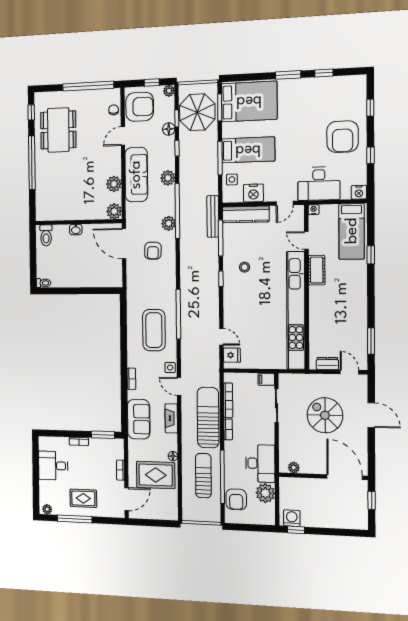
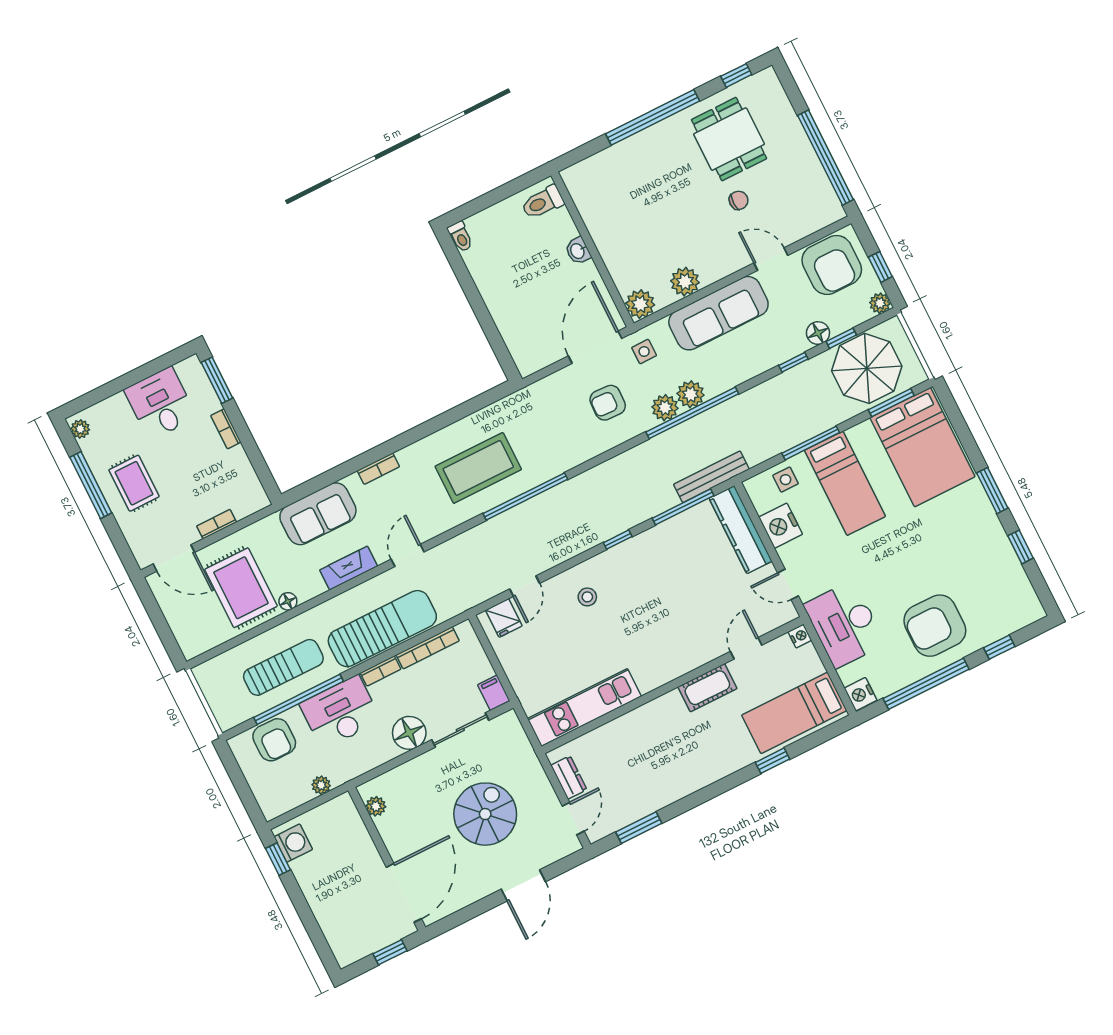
chair: (114, 110) -> (739, 200), moved
dining table: (58, 130) -> (729, 139), width x0.73
window: (370, 155) -> (926, 684), width x3.17
plant: (168, 178) -> (691, 394), moved
stool: (245, 267) -> (587, 597), moved
kitchen unit: (296, 310) -> (584, 707), width x0.54
side table: (170, 368) -> (644, 352), moved
floor lamp: (265, 432) -> (409, 733), added
window: (103, 435) -> (217, 380), moved
desk: (260, 463) -> (340, 712), moved, turned 180
plant: (265, 493) -> (321, 785), width x0.53, depth x0.53
armchair: (236, 499) -> (274, 740), turned -90

